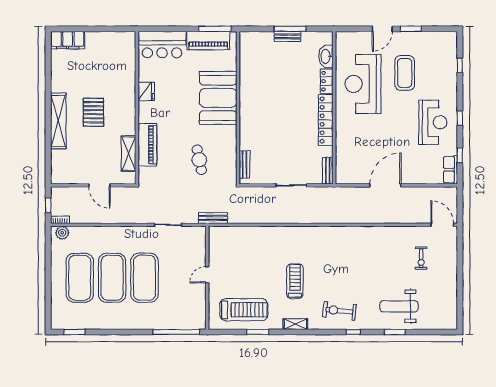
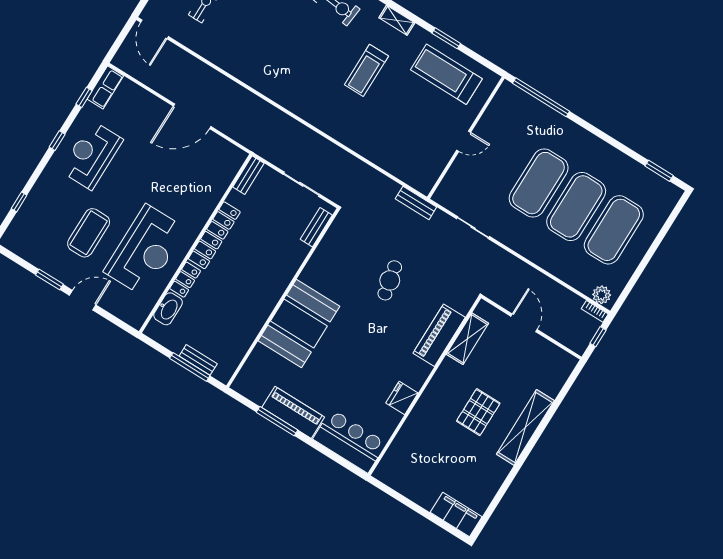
booth: (218, 98) -> (299, 323), moved
wall: (238, 108) -> (283, 298), moved
bench: (245, 164) -> (316, 227), moved

